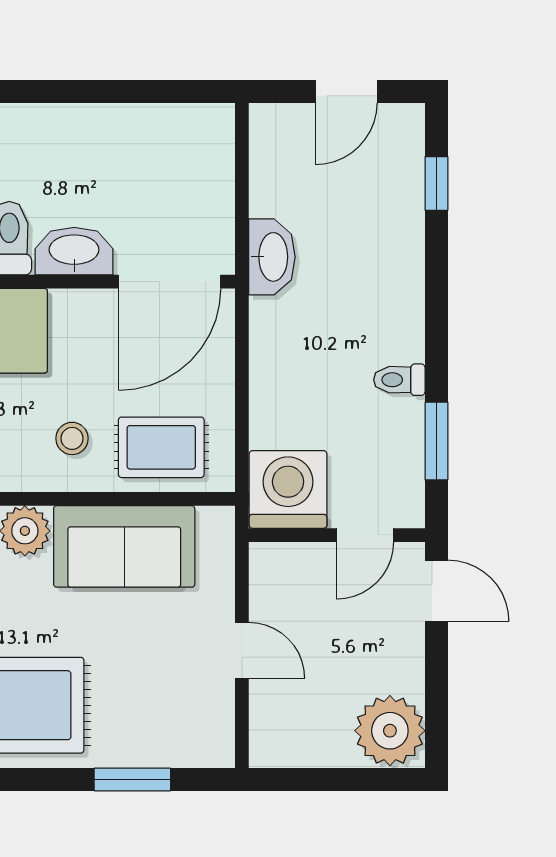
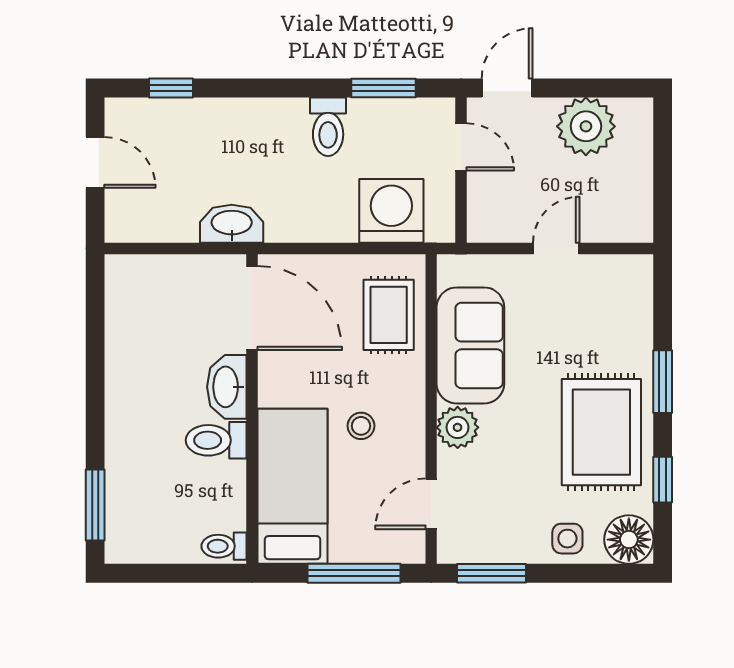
toilet: (399, 380) -> (328, 127), width x1.37, depth x1.39
stool: (72, 438) -> (361, 426), moved
washing machine: (288, 489) -> (391, 211), moved, turned 90
plant: (390, 731) -> (586, 126), moved
window: (132, 779) -> (663, 382), moved

